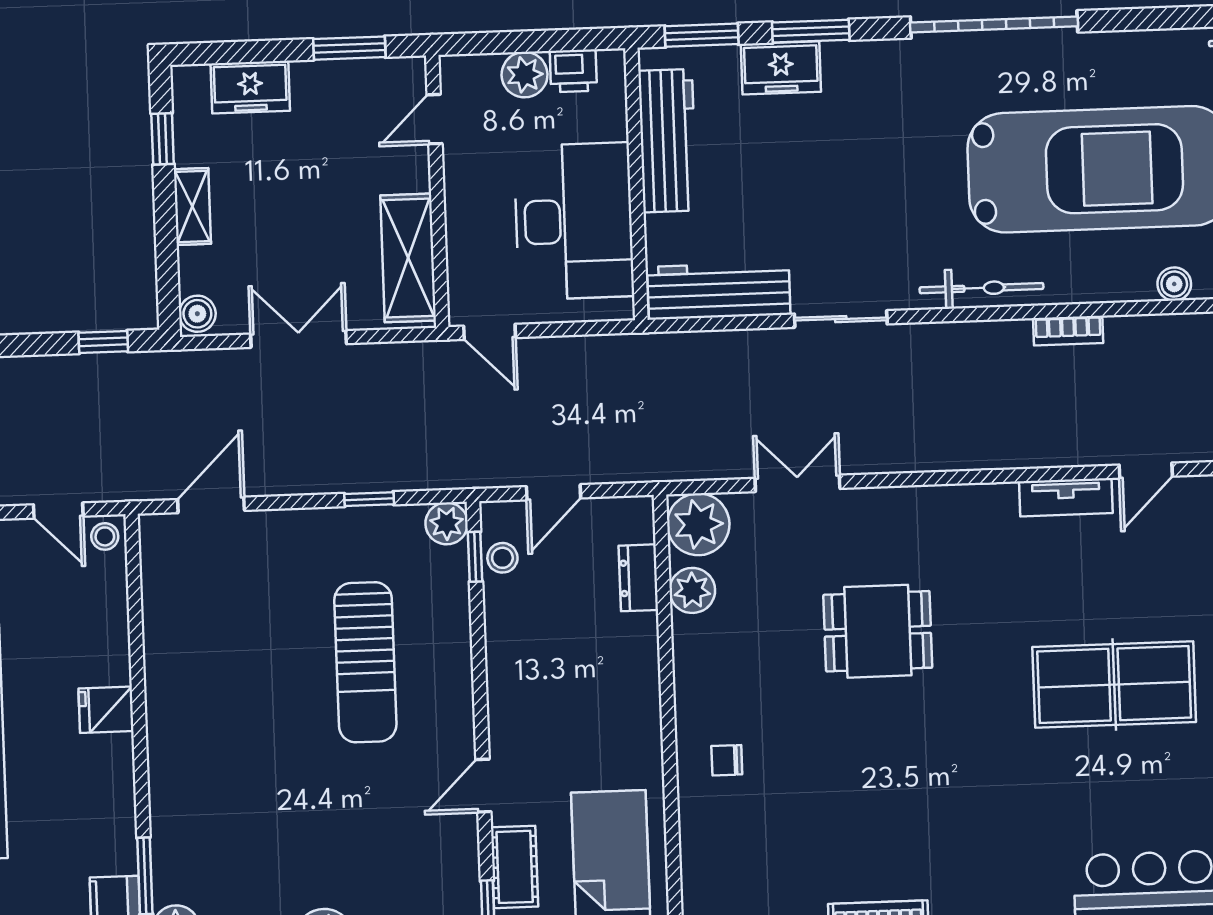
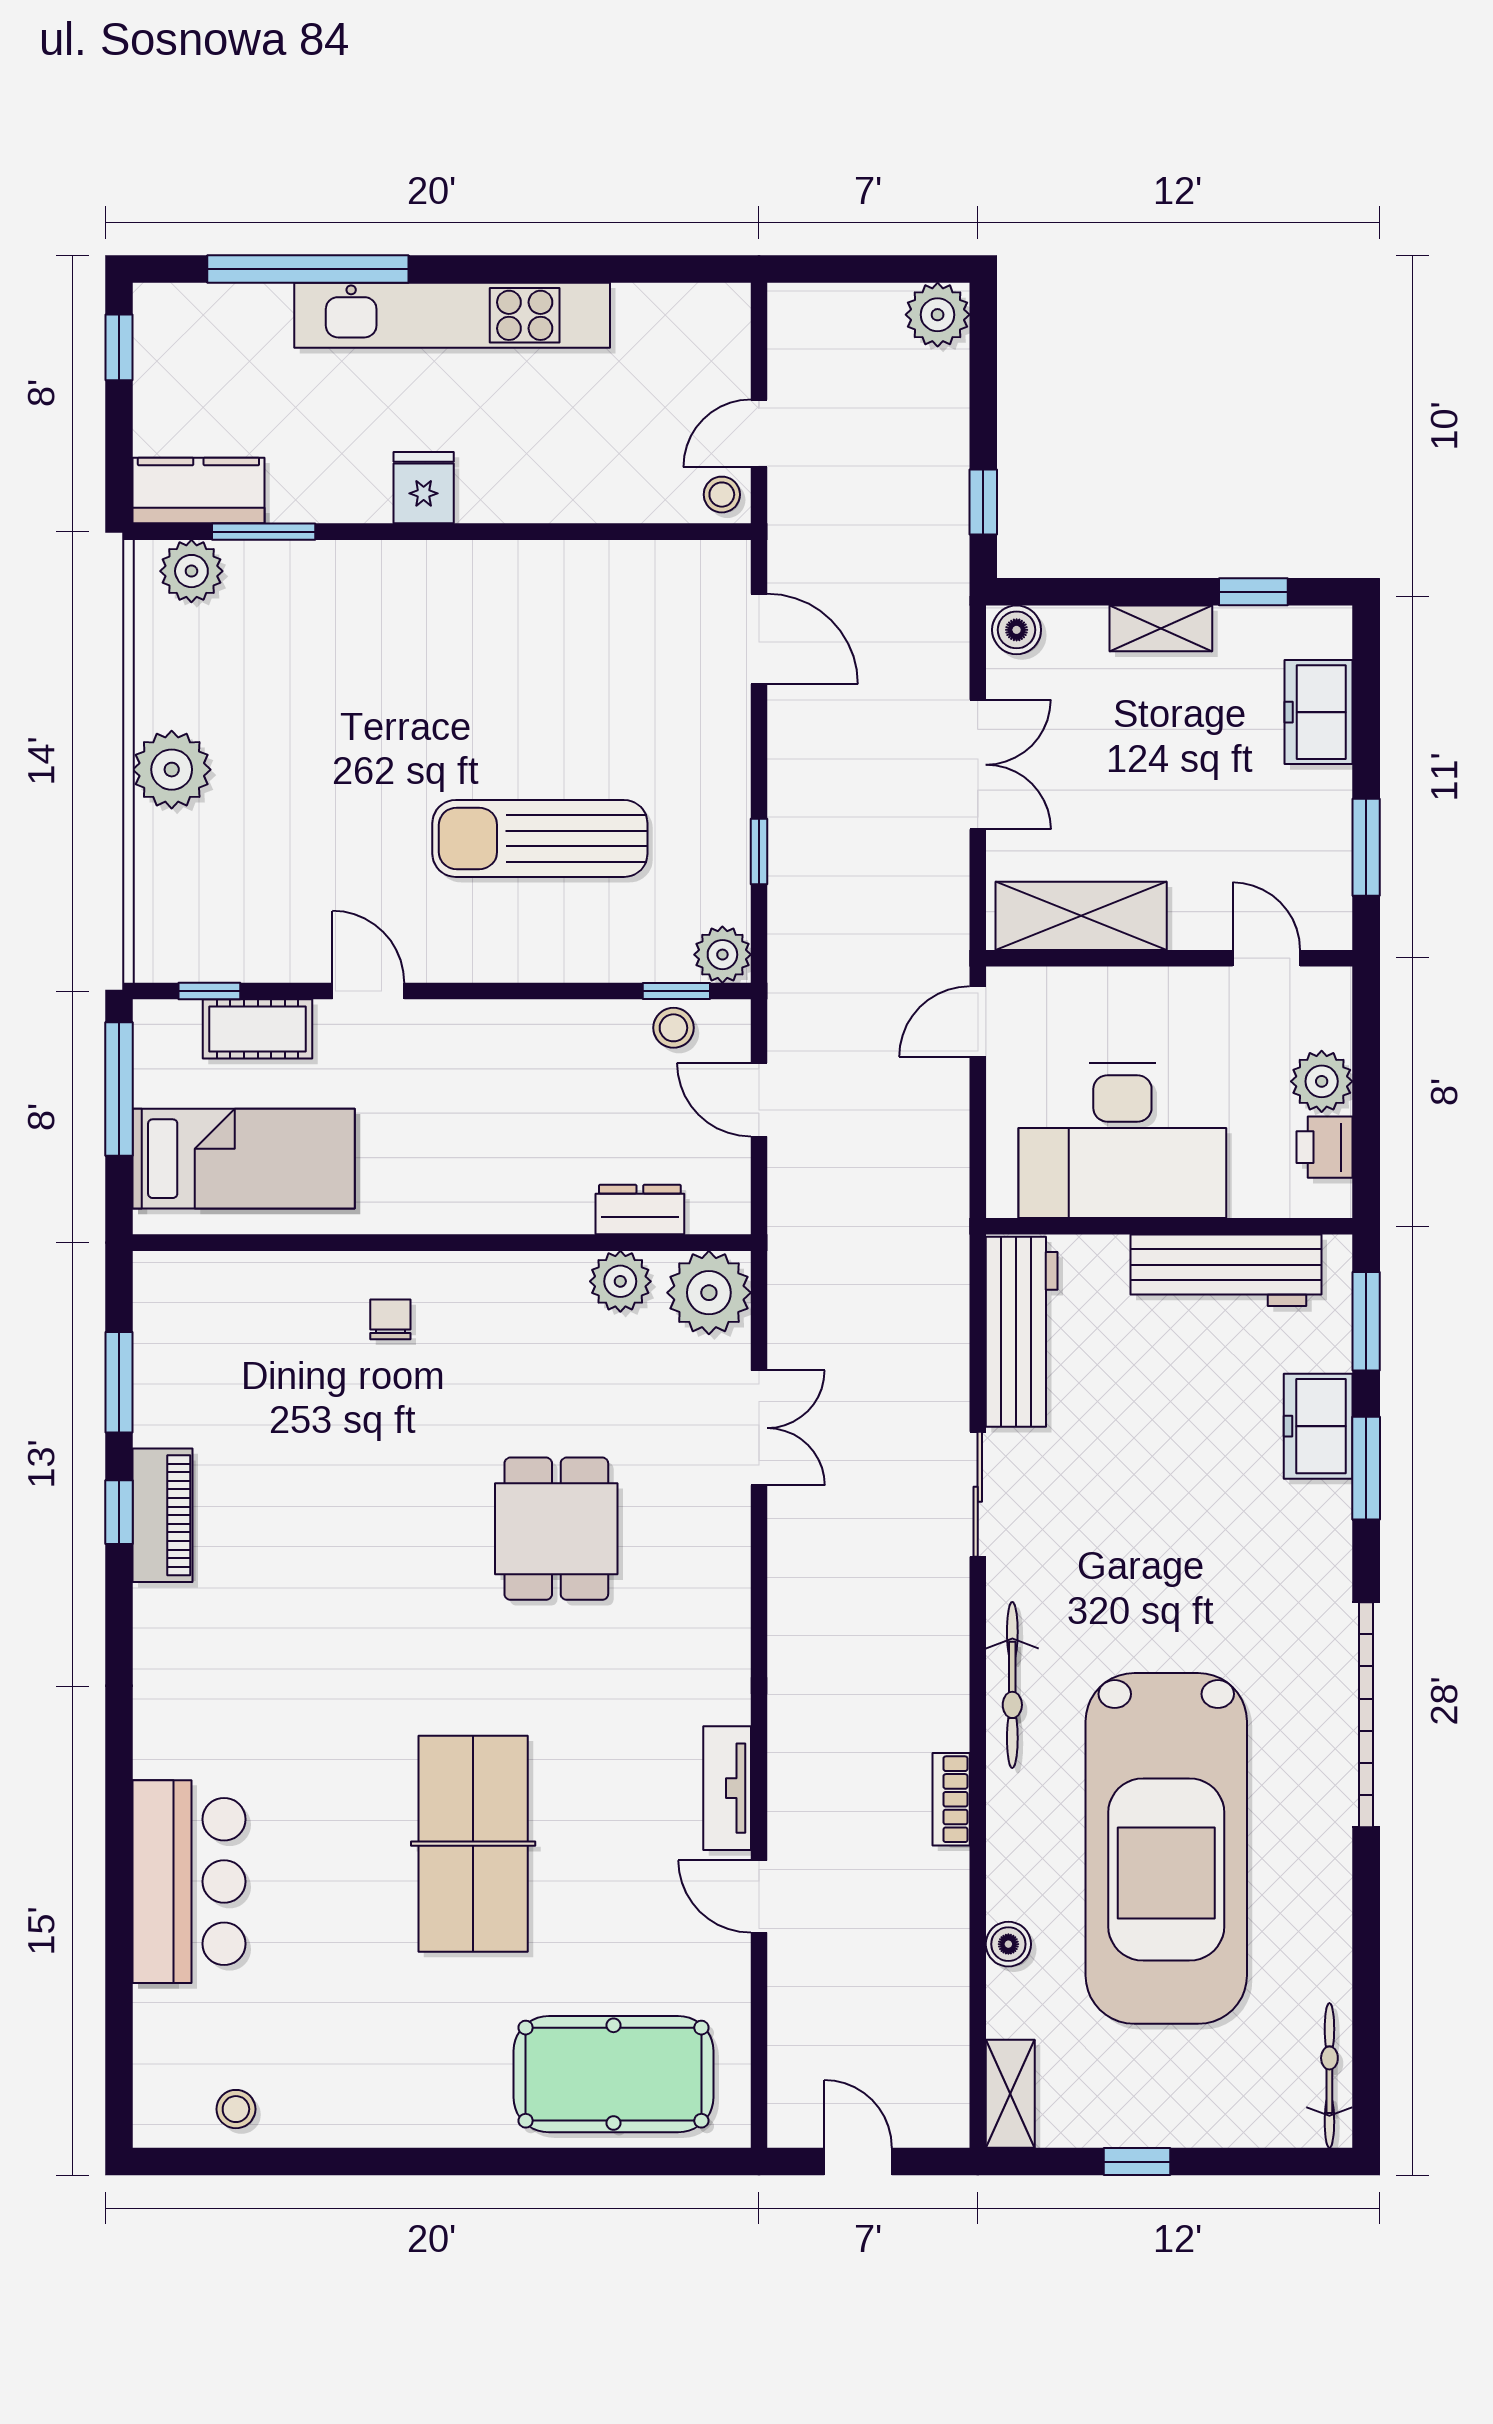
fridge: (106, 710) -> (424, 488), moved

